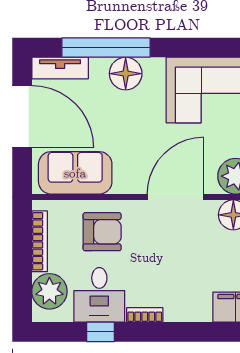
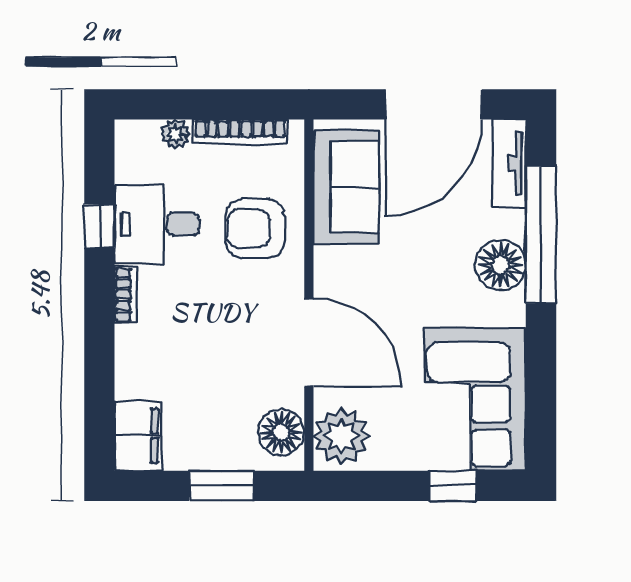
armchair: (102, 232) -> (255, 229), turned 90
plant: (49, 291) -> (175, 134), width x0.53, depth x0.53

